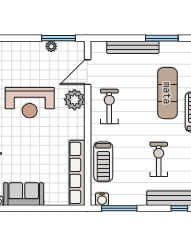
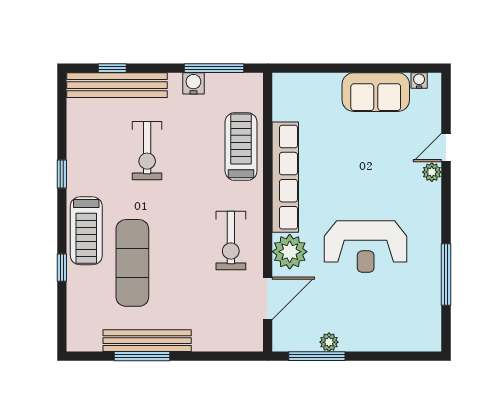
bench: (133, 47) -> (147, 341), moved
reception desk: (30, 103) -> (366, 247), turned 180
row of seats: (77, 173) -> (285, 177), moved
water cooler: (102, 199) -> (193, 83), moved

